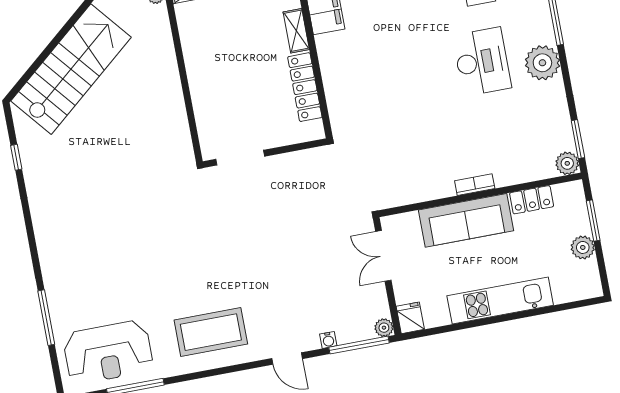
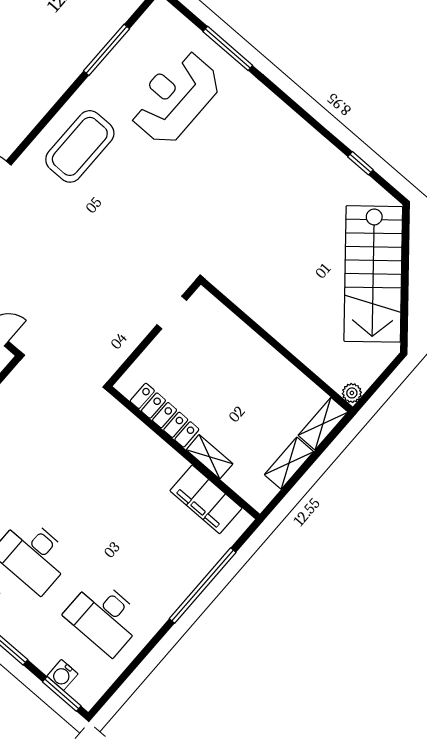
doorway: (240, 158) -> (172, 313), width x0.73
reception desk: (108, 352) -> (175, 97), moved

